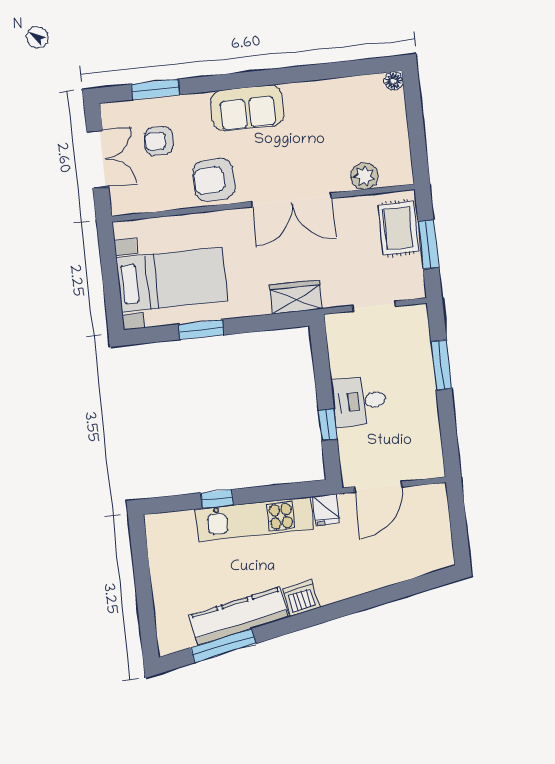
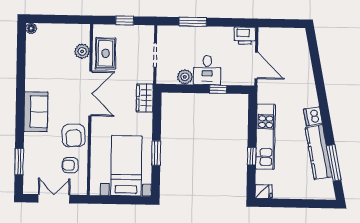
armchair: (159, 141) -> (70, 165), moved, turned 90
rug: (398, 228) -> (106, 53), moved, turned 90
window: (428, 244) -> (125, 20), width x0.67
plant: (342, 363) -> (185, 77), added
printer: (428, 460) -> (245, 36), added
fridge: (326, 510) -> (264, 191), moved

